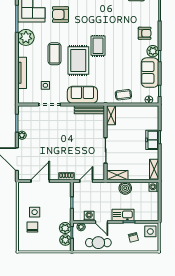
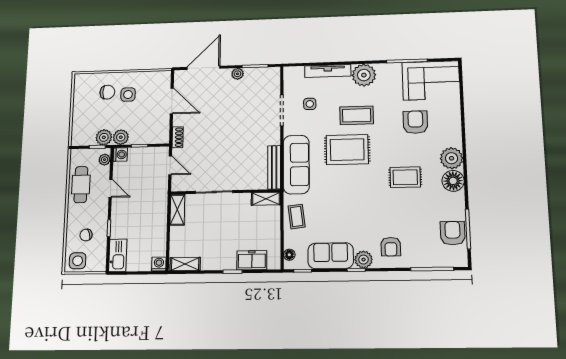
plant: (26, 37) -> (364, 75), moved
rug: (98, 46) -> (405, 177), moved
sofa: (82, 95) -> (296, 165), width x1.36
freezer: (152, 140) -> (252, 260), moved
boiler: (125, 188) -> (158, 222), removed
kitchen sink: (123, 215) -> (118, 255), moved
washing machine: (89, 216) -> (120, 154), moved
door: (101, 222) -> (111, 188), swing flipped
side table: (150, 231) -> (78, 261), moved
plant: (65, 240) -> (121, 137), moved

